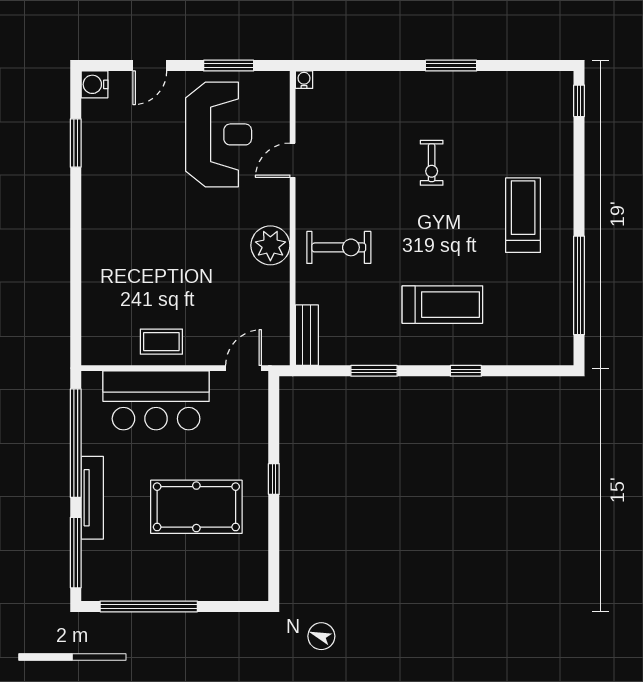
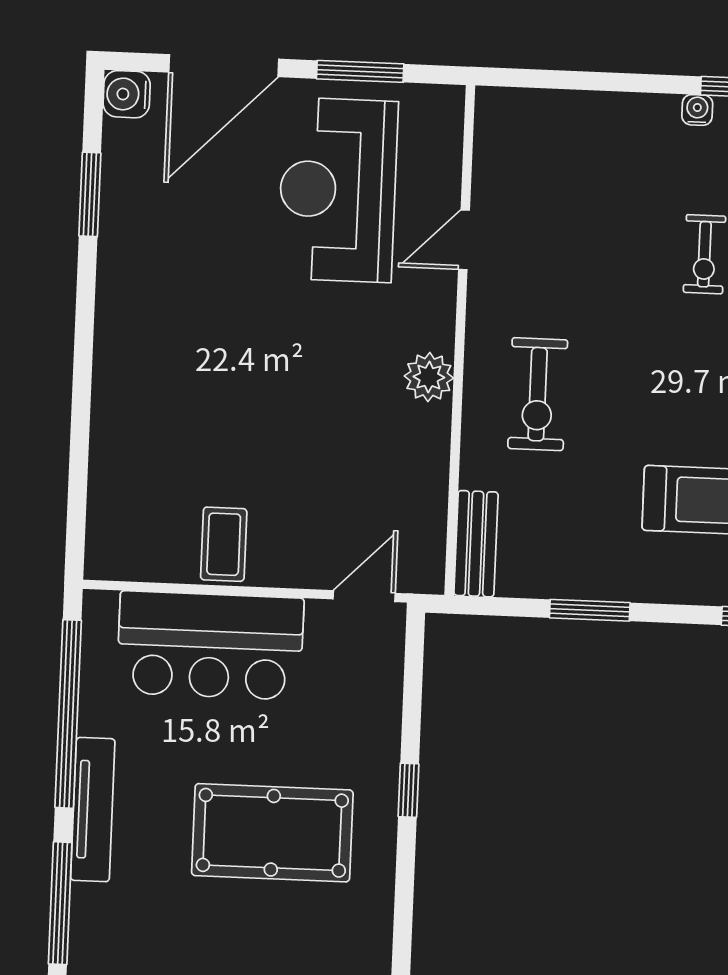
door: (150, 66) -> (224, 66), width x1.87
water cooler: (304, 80) -> (697, 110), moved
reception desk: (219, 134) -> (338, 190), turned 180
plant: (270, 245) -> (429, 377), width x0.73, depth x0.73
exercise bike: (339, 247) -> (538, 394), turned 90
coffee table: (161, 342) -> (224, 544), turned 90

